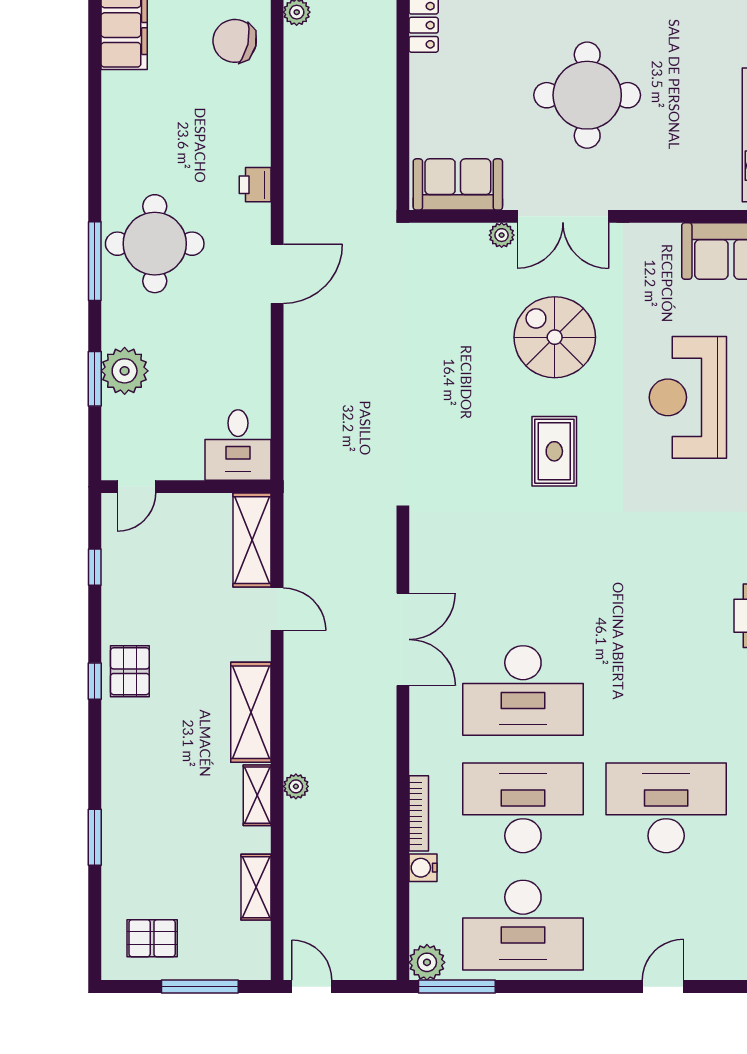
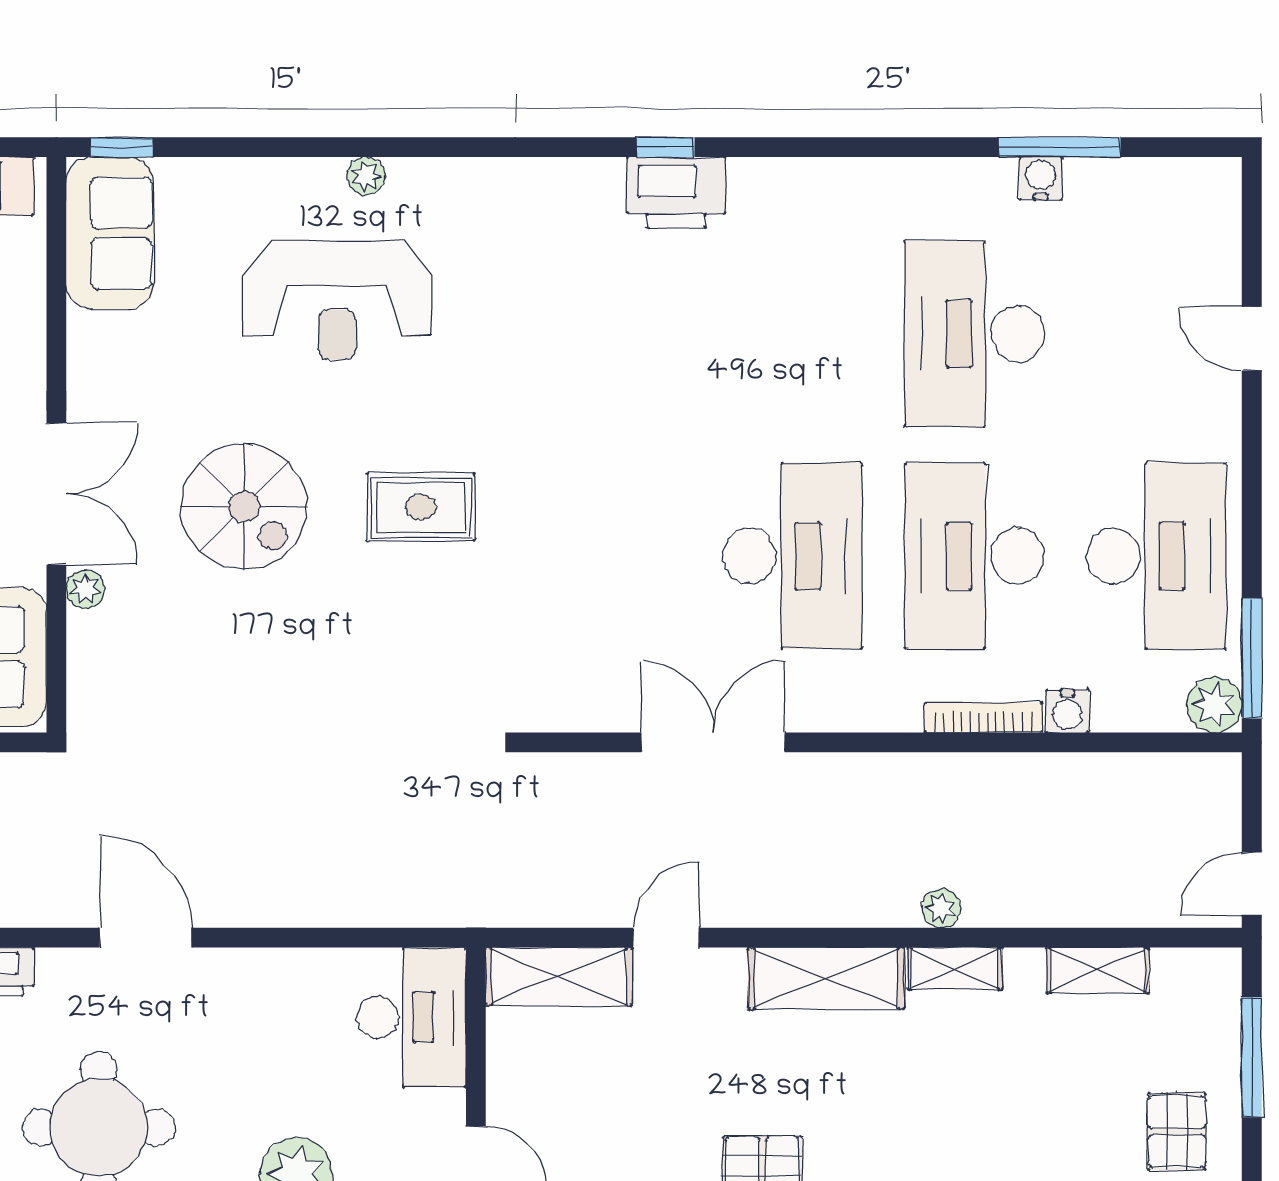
spiral stairs: (555, 337) -> (244, 507), turned -90
desk: (238, 445) -> (411, 1017), width x1.37

